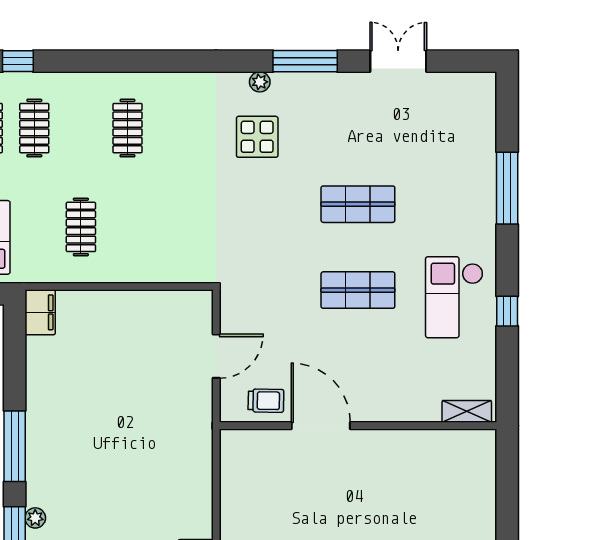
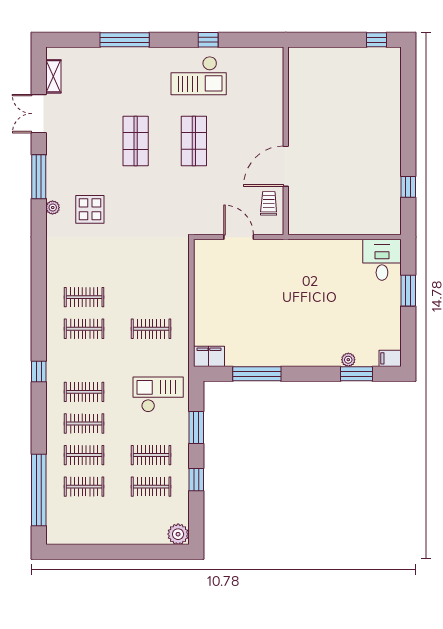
clothes rail: (34, 128) -> (84, 329), moved
shelving: (467, 411) -> (53, 76), moved
window: (15, 446) -> (257, 374), moved

